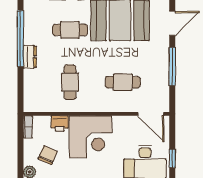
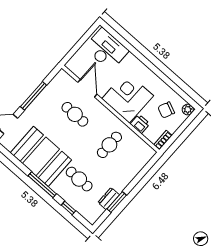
window: (20, 39) -> (117, 202), width x0.47
dresser: (30, 57) -> (109, 199), moved
door: (151, 114) -> (87, 88), moved
window: (172, 158) -> (87, 36), removed

